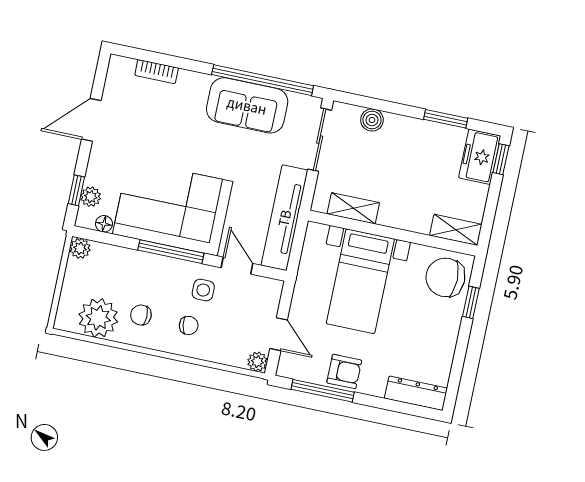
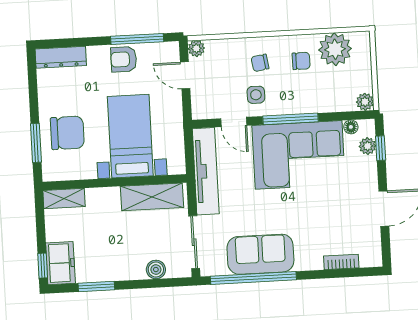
shelving: (353, 208) -> (152, 197), width x1.50, depth x1.33
chair: (445, 277) -> (67, 133), moved
window: (471, 302) -> (36, 143), width x1.50

